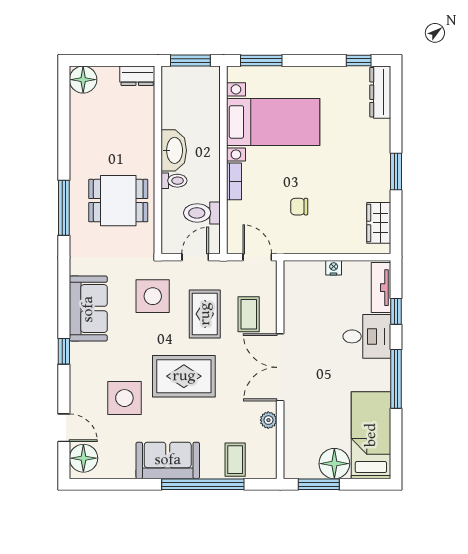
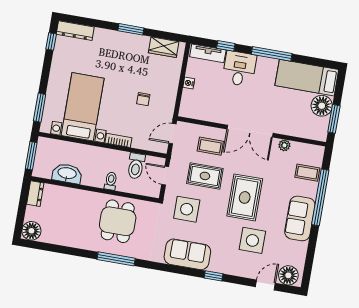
washbasin: (174, 150) -> (67, 174), moved

